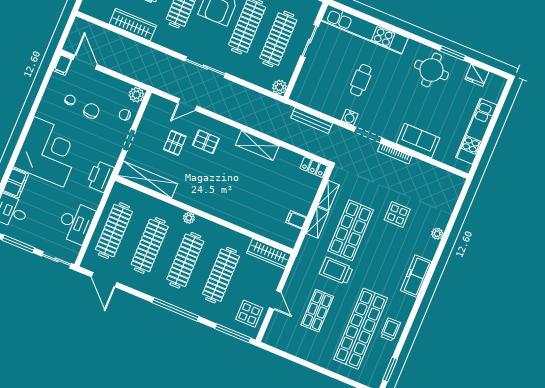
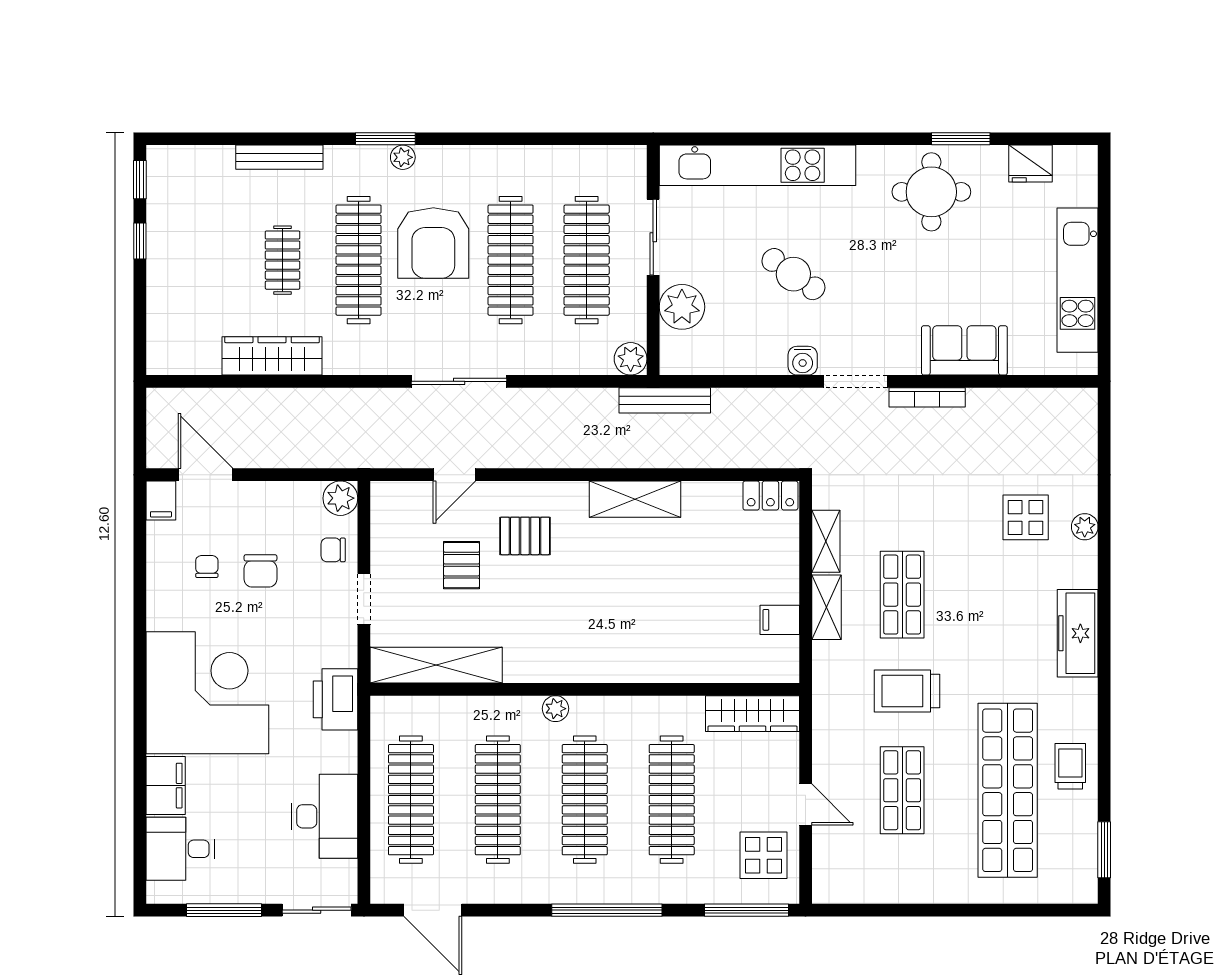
plant: (309, 75) -> (682, 307), added
cafe table: (361, 80) -> (793, 274), turned -55
chair: (91, 111) -> (260, 571), turned 180
bench: (312, 121) -> (665, 400), moved
display table: (397, 214) -> (1026, 517), moved
shop shelf: (351, 230) -> (902, 595), width x0.70, depth x0.74

